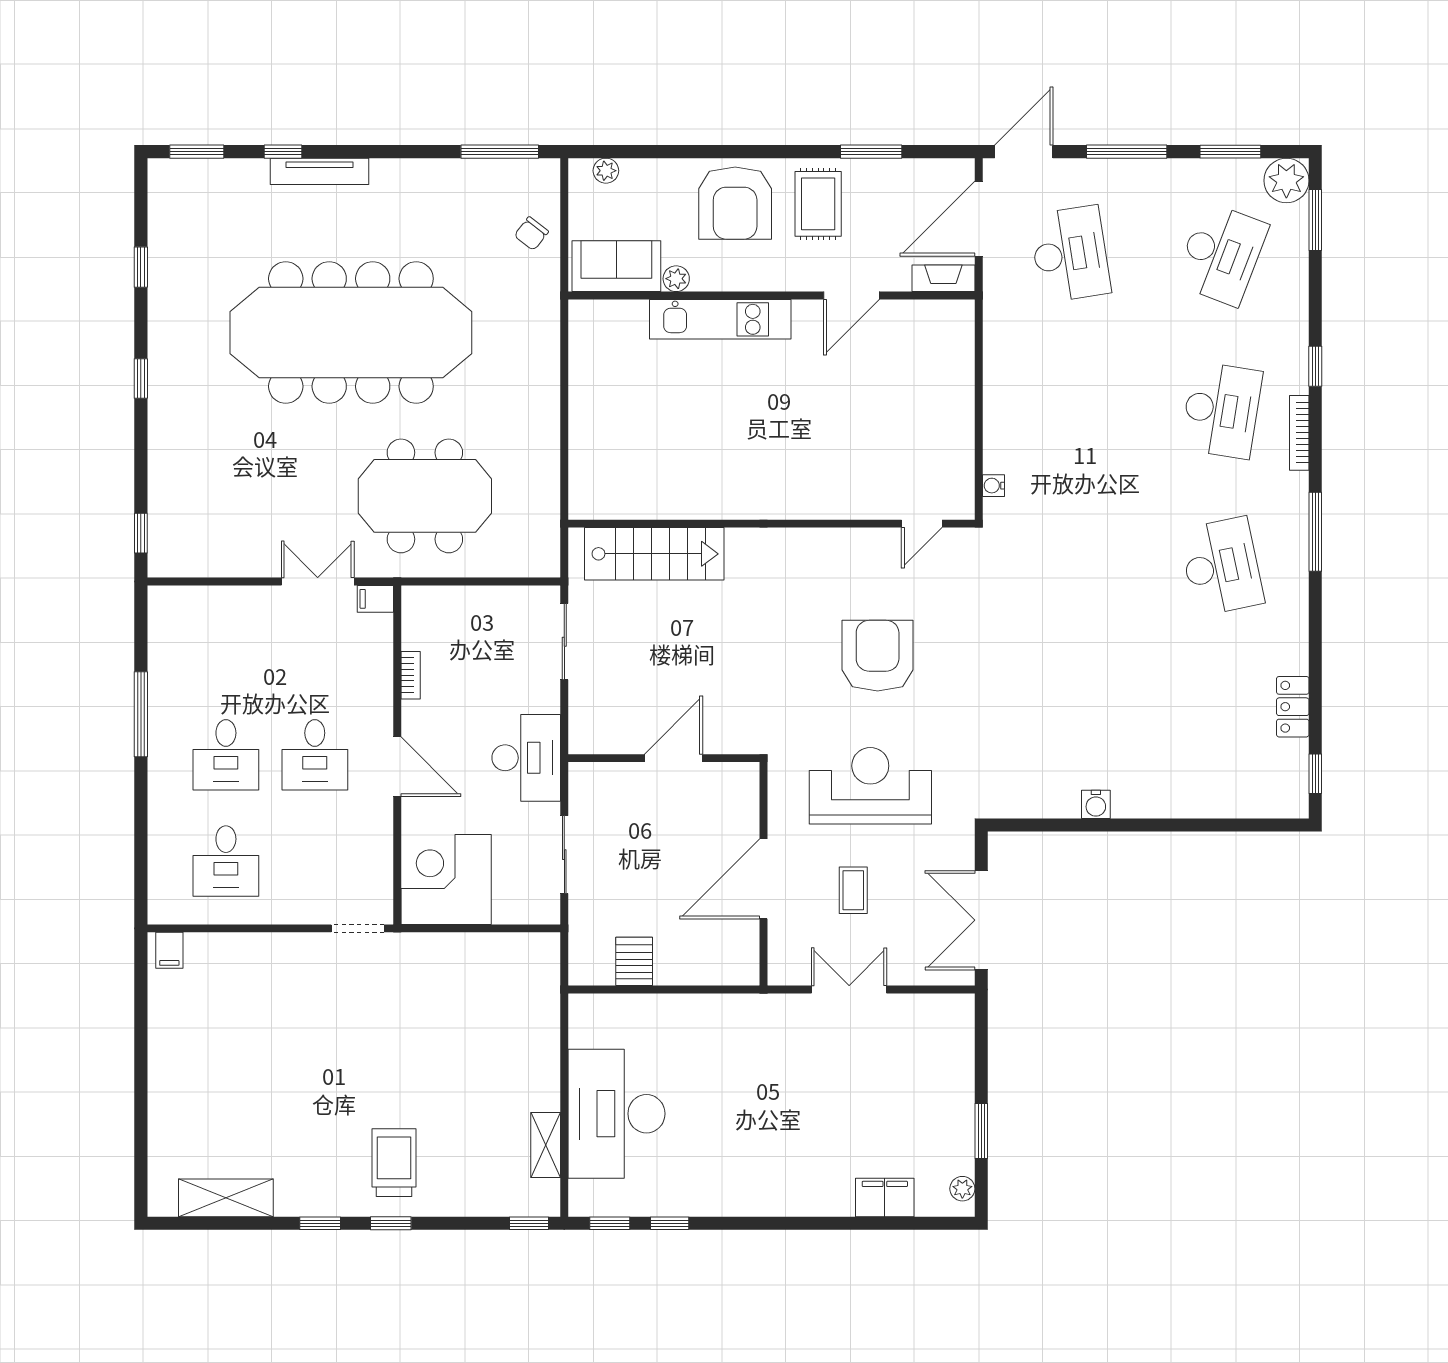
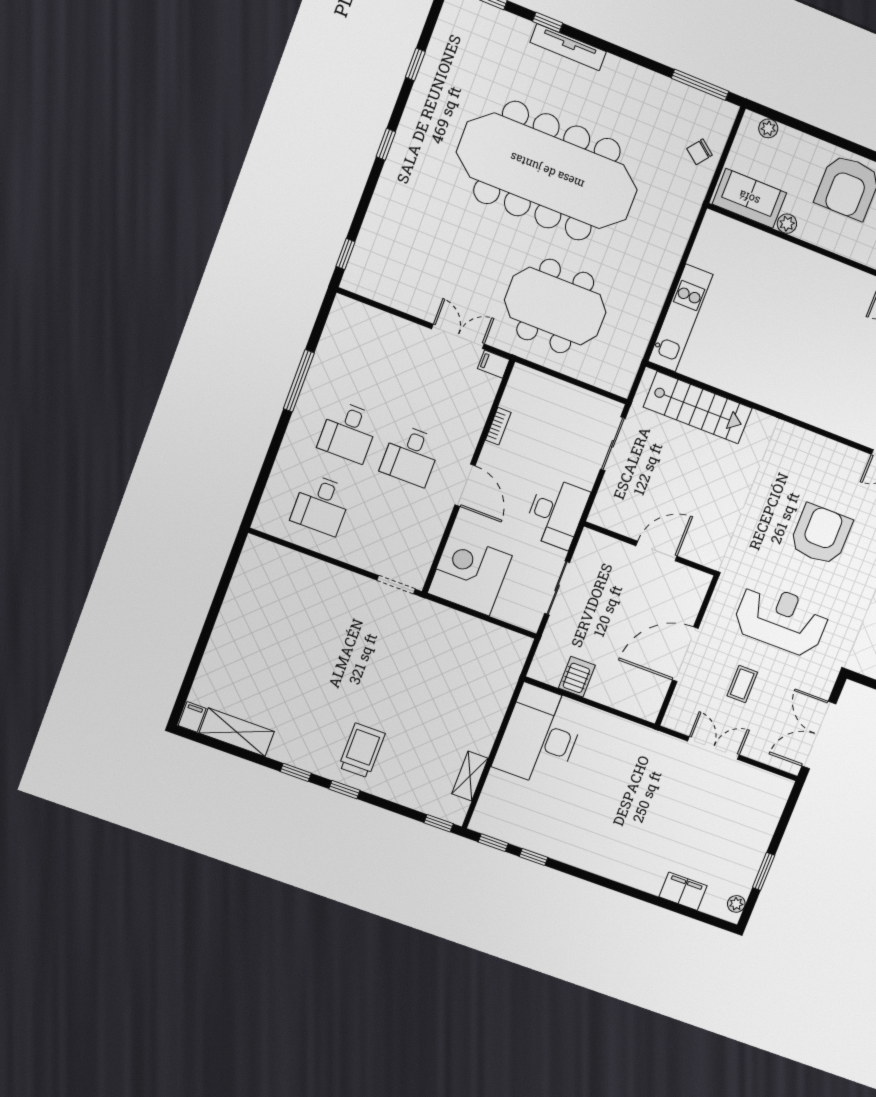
kitchen unit: (720, 319) -> (680, 318), moved, turned -90
filing cabinet: (169, 950) -> (192, 717), moved, turned 180
desk: (616, 1114) -> (540, 736), moved

